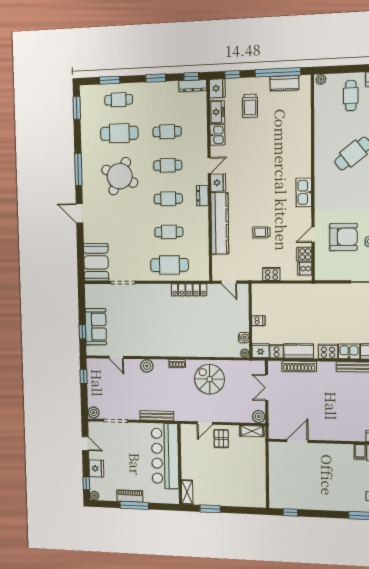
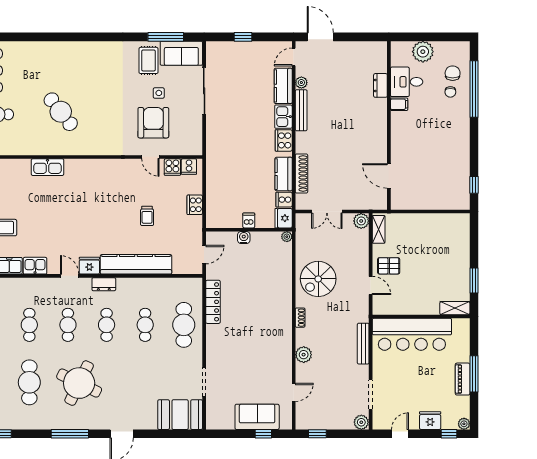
kitchen sink: (304, 192) -> (47, 167), moved
water cooler: (244, 338) -> (244, 238), moved

